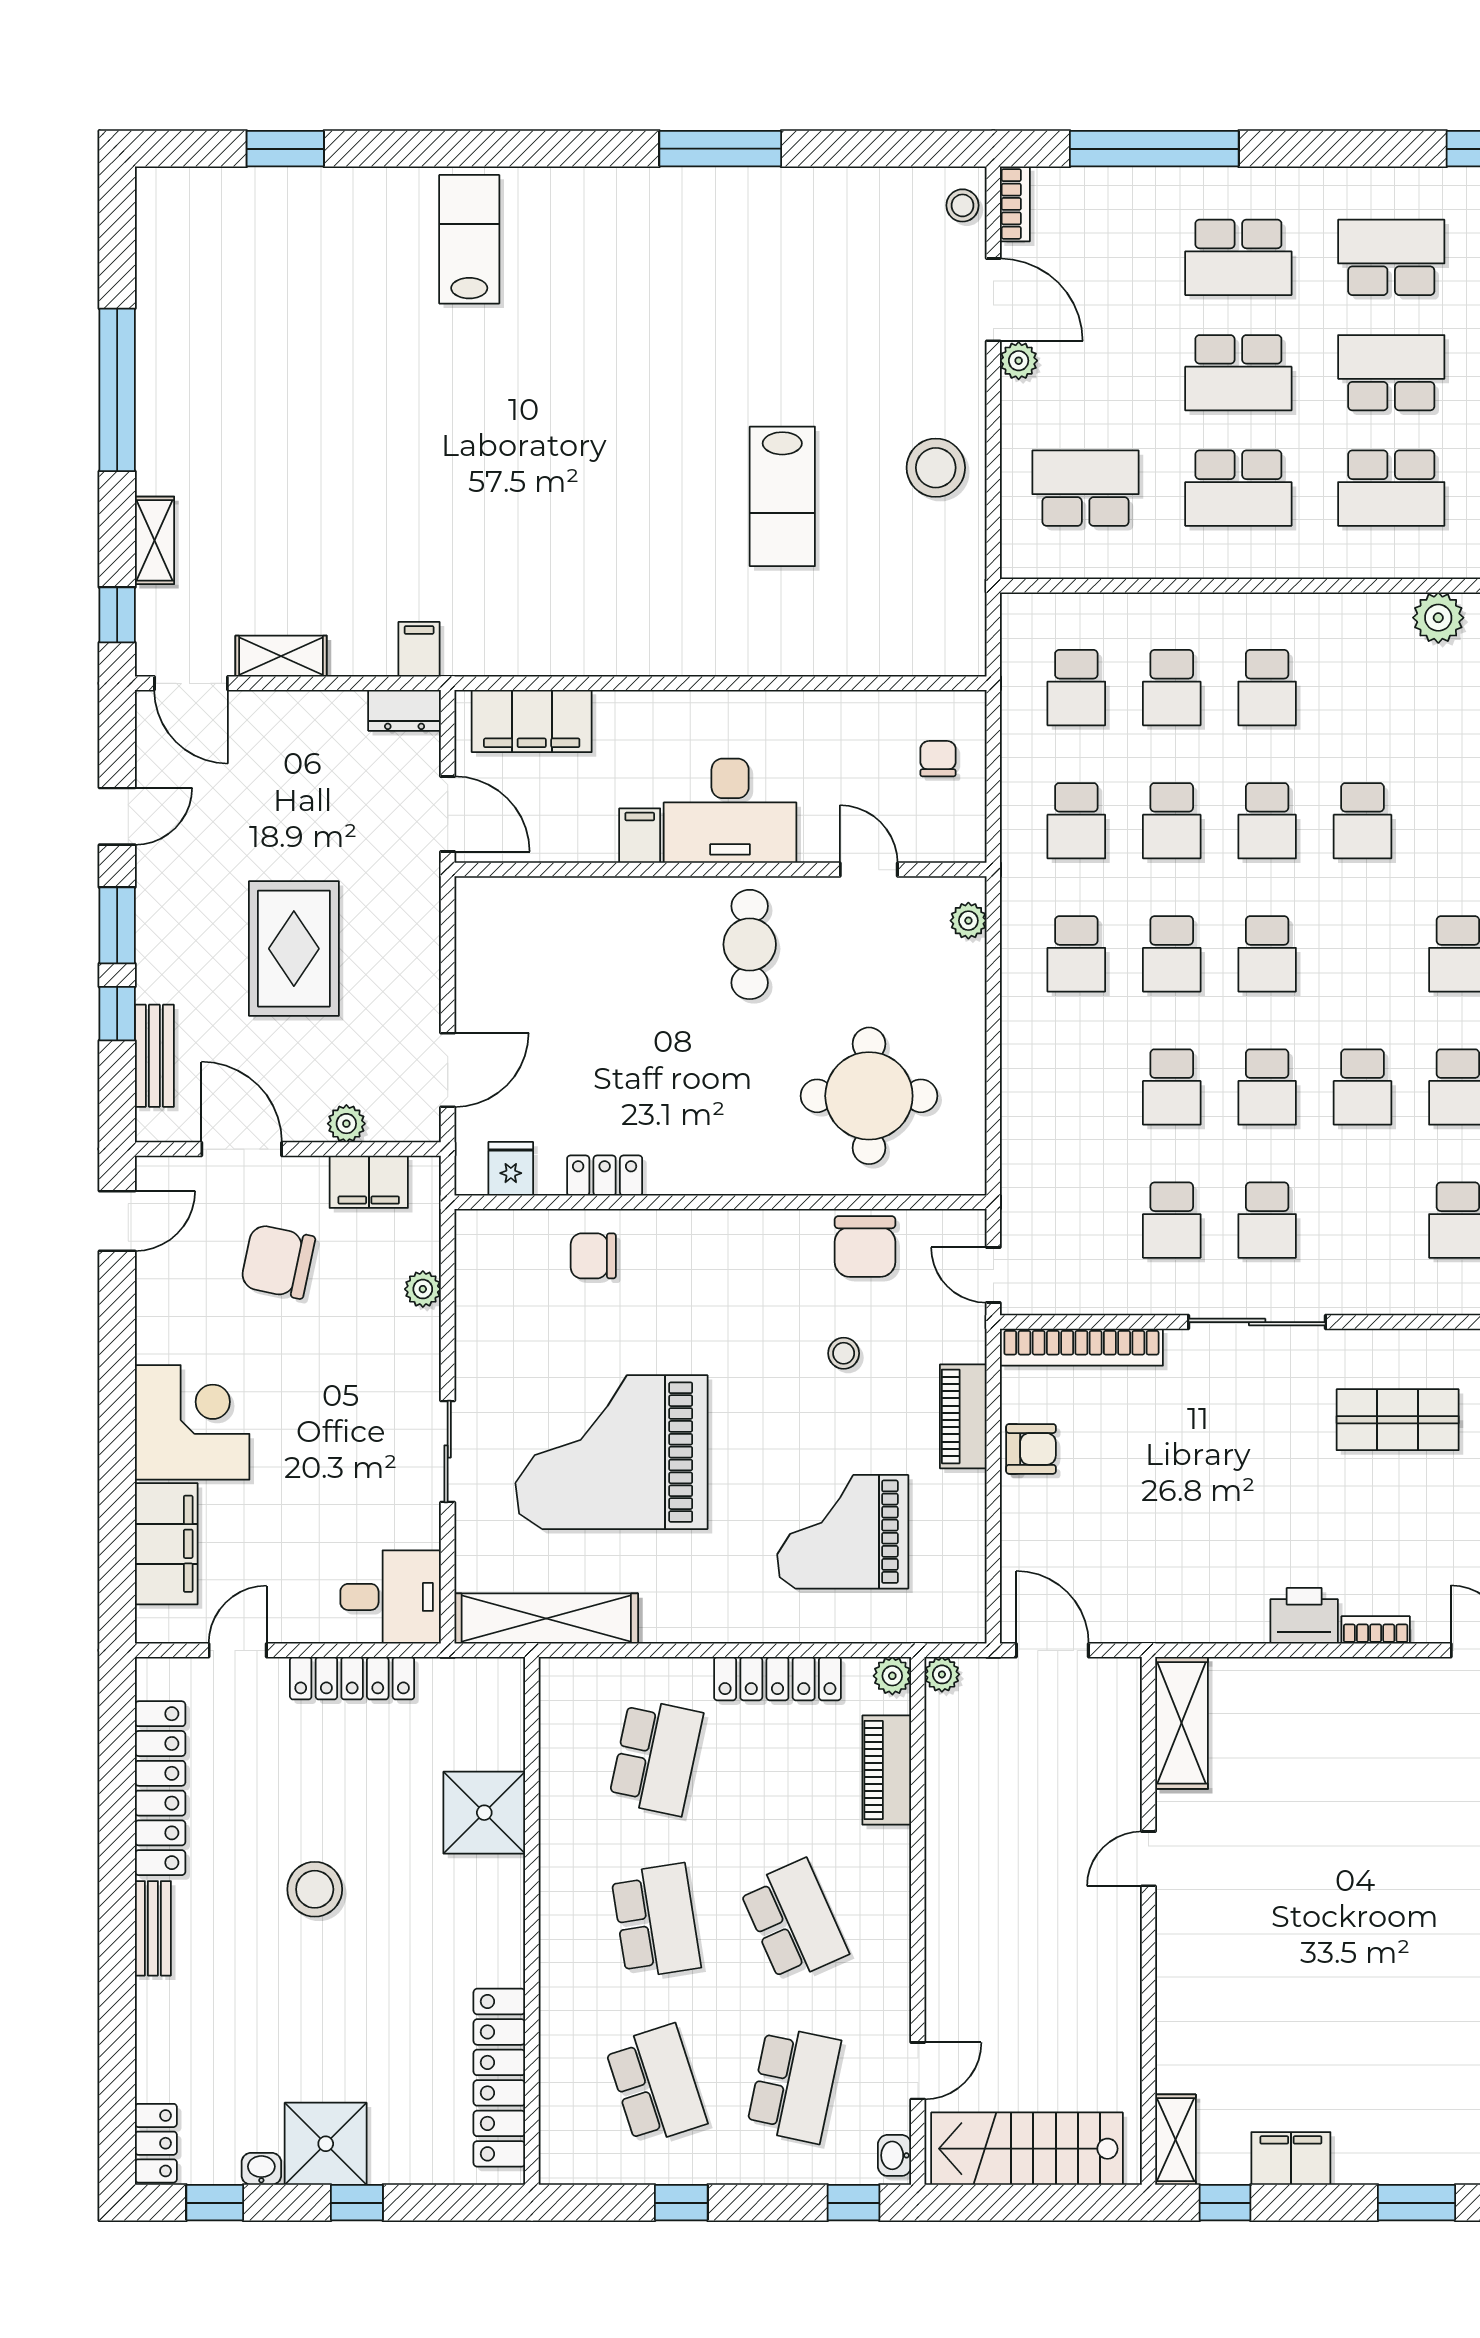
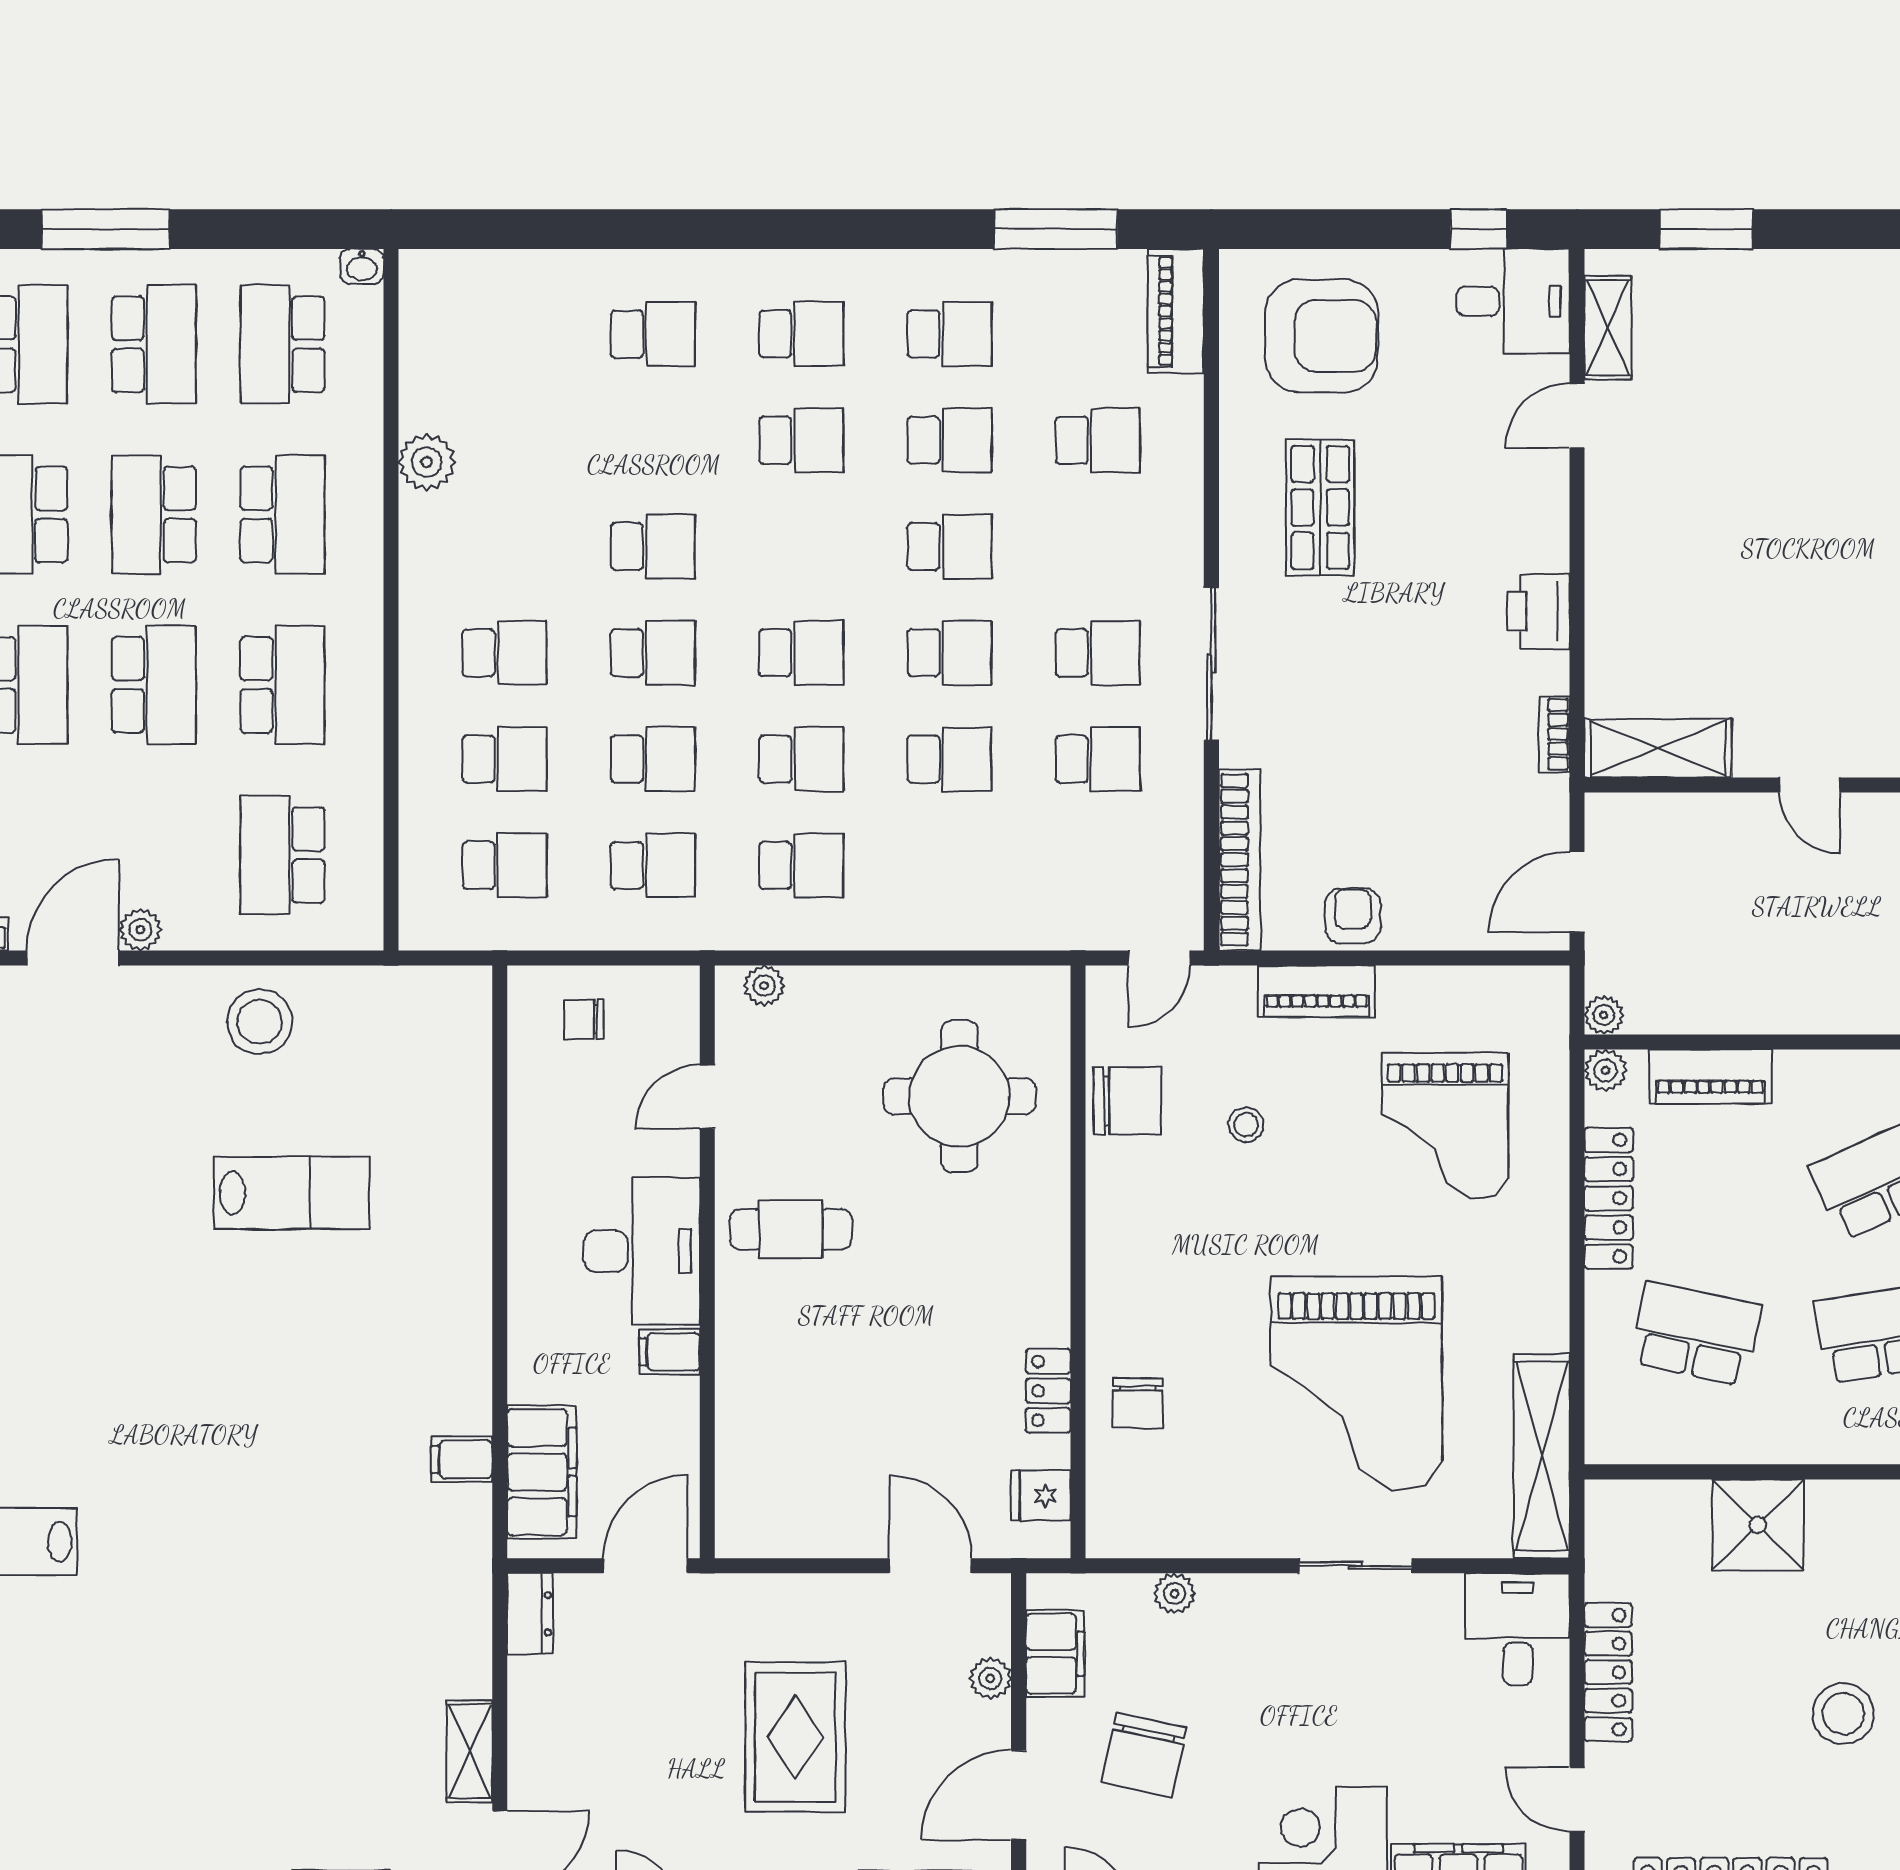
filing cabinet: (419, 649) -> (462, 1459), moved
rug: (294, 949) -> (795, 1737), turned 90
bookcase: (1376, 1630) -> (1554, 734), moved

